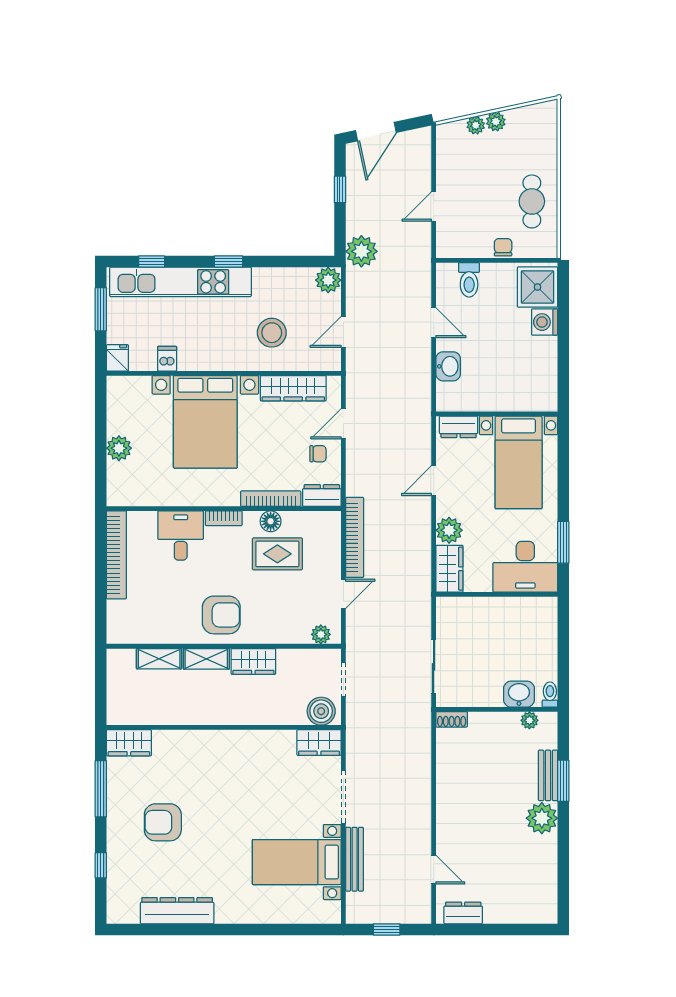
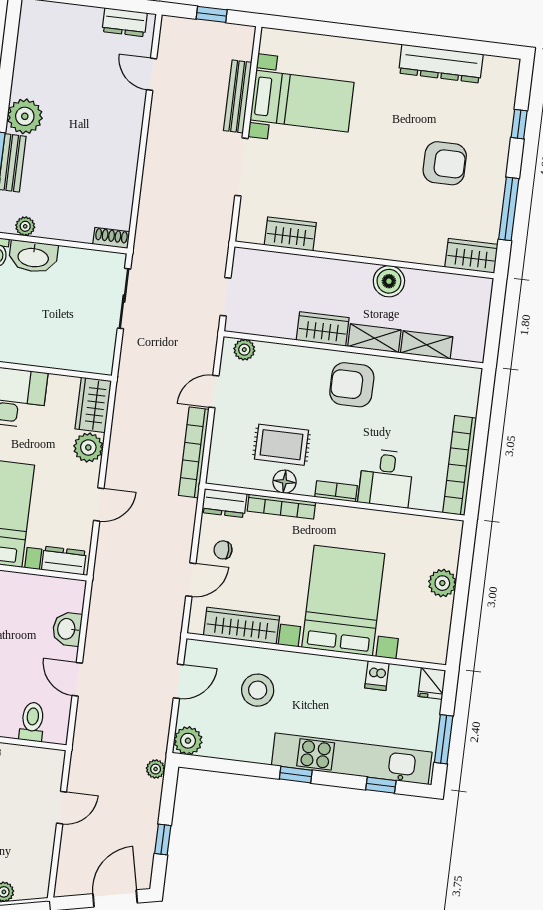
plant: (361, 251) -> (156, 769), width x0.53, depth x0.53
washbasin: (519, 694) -> (33, 257), width x1.38
boiler: (321, 711) -> (389, 281), moved
wardrobe: (319, 743) -> (290, 234), moved

